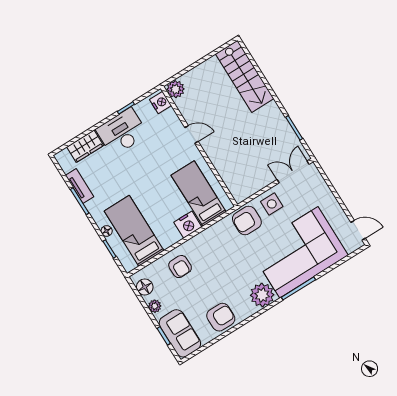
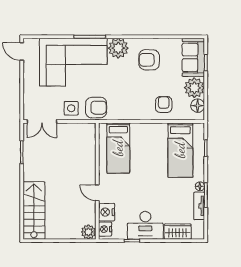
nightstand: (188, 225) -> (106, 212), moved, turned -90
floor lamp: (107, 231) -> (200, 186), moved
plant: (155, 306) -> (194, 88), width x1.87, depth x1.87
armchair: (221, 317) -> (149, 60), moved

